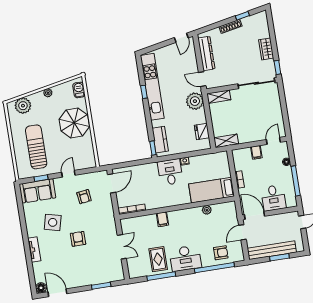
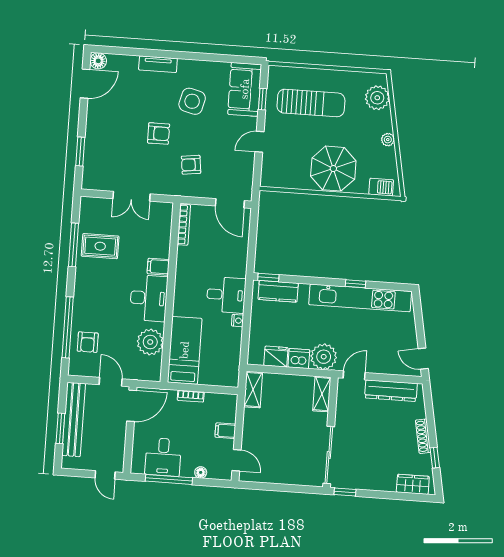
wardrobe: (266, 49) -> (413, 484), moved
dishwasher: (200, 117) -> (299, 358), added
door: (68, 174) -> (259, 142), swing flipped
armchair: (84, 197) -> (191, 165), moved
desk: (273, 198) -> (163, 457), moved, turned -90
plant: (207, 210) -> (150, 342), width x1.87, depth x1.87
desk: (185, 258) -> (149, 298), moved, turned 180

